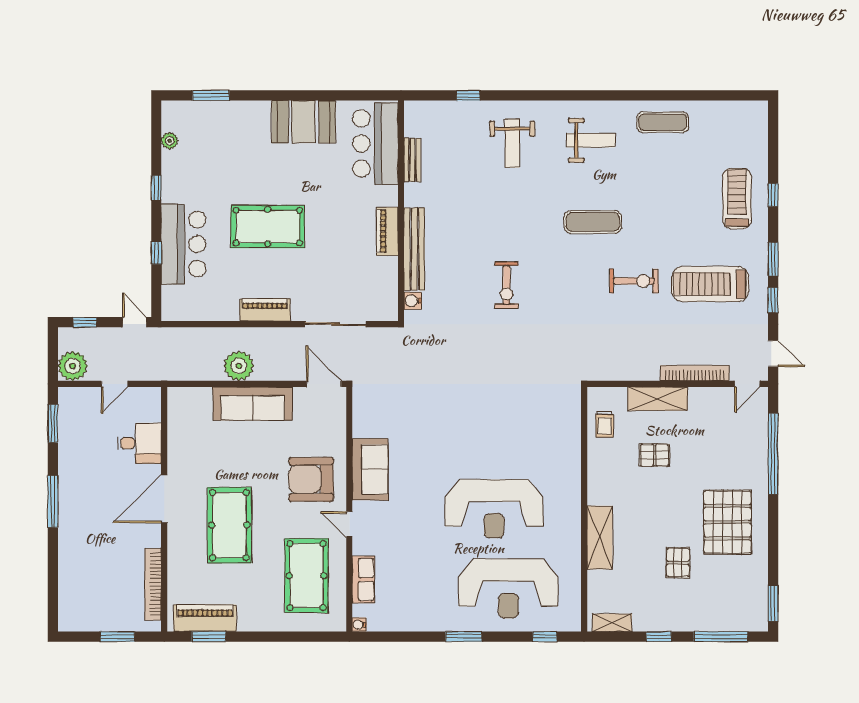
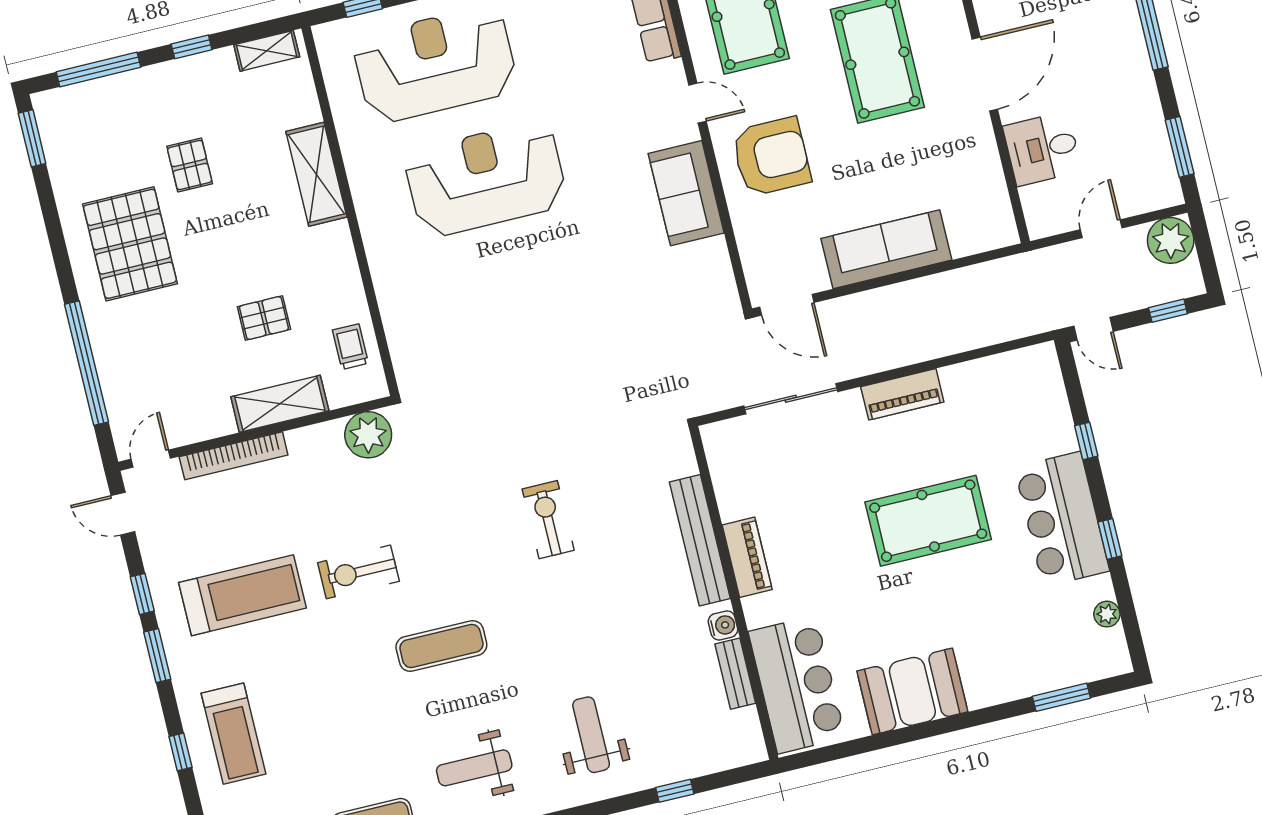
bar counter: (183, 244) -> (1062, 519), moved
water cooler: (413, 301) -> (723, 625), moved
plant: (239, 366) -> (368, 435), moved

